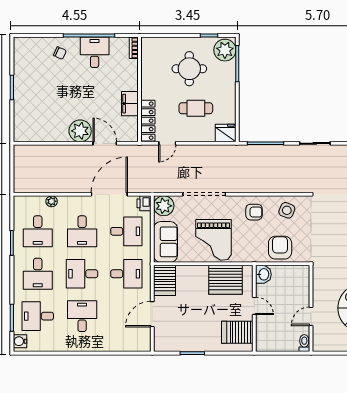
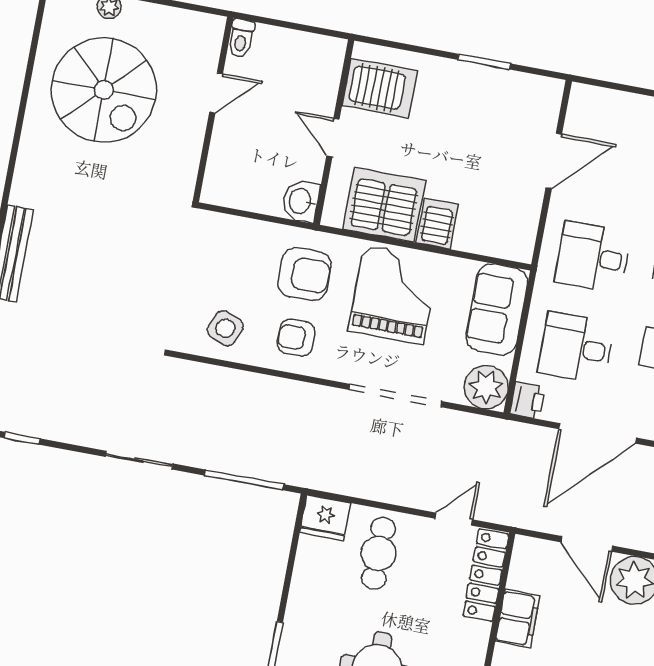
cafe table: (196, 108) -> (379, 553), moved, turned 90
armchair: (280, 248) -> (305, 274), moved, turned -90
server rack: (165, 280) -> (437, 224), moved, width x0.73, depth x0.70

